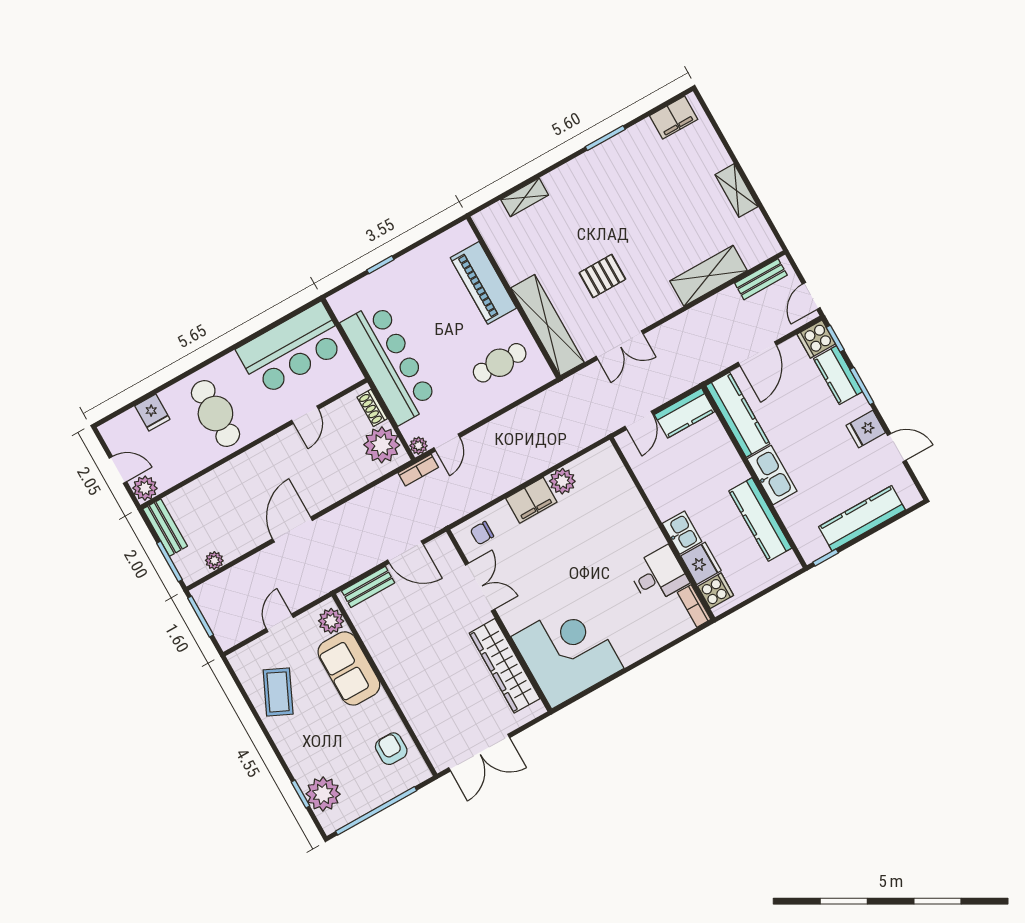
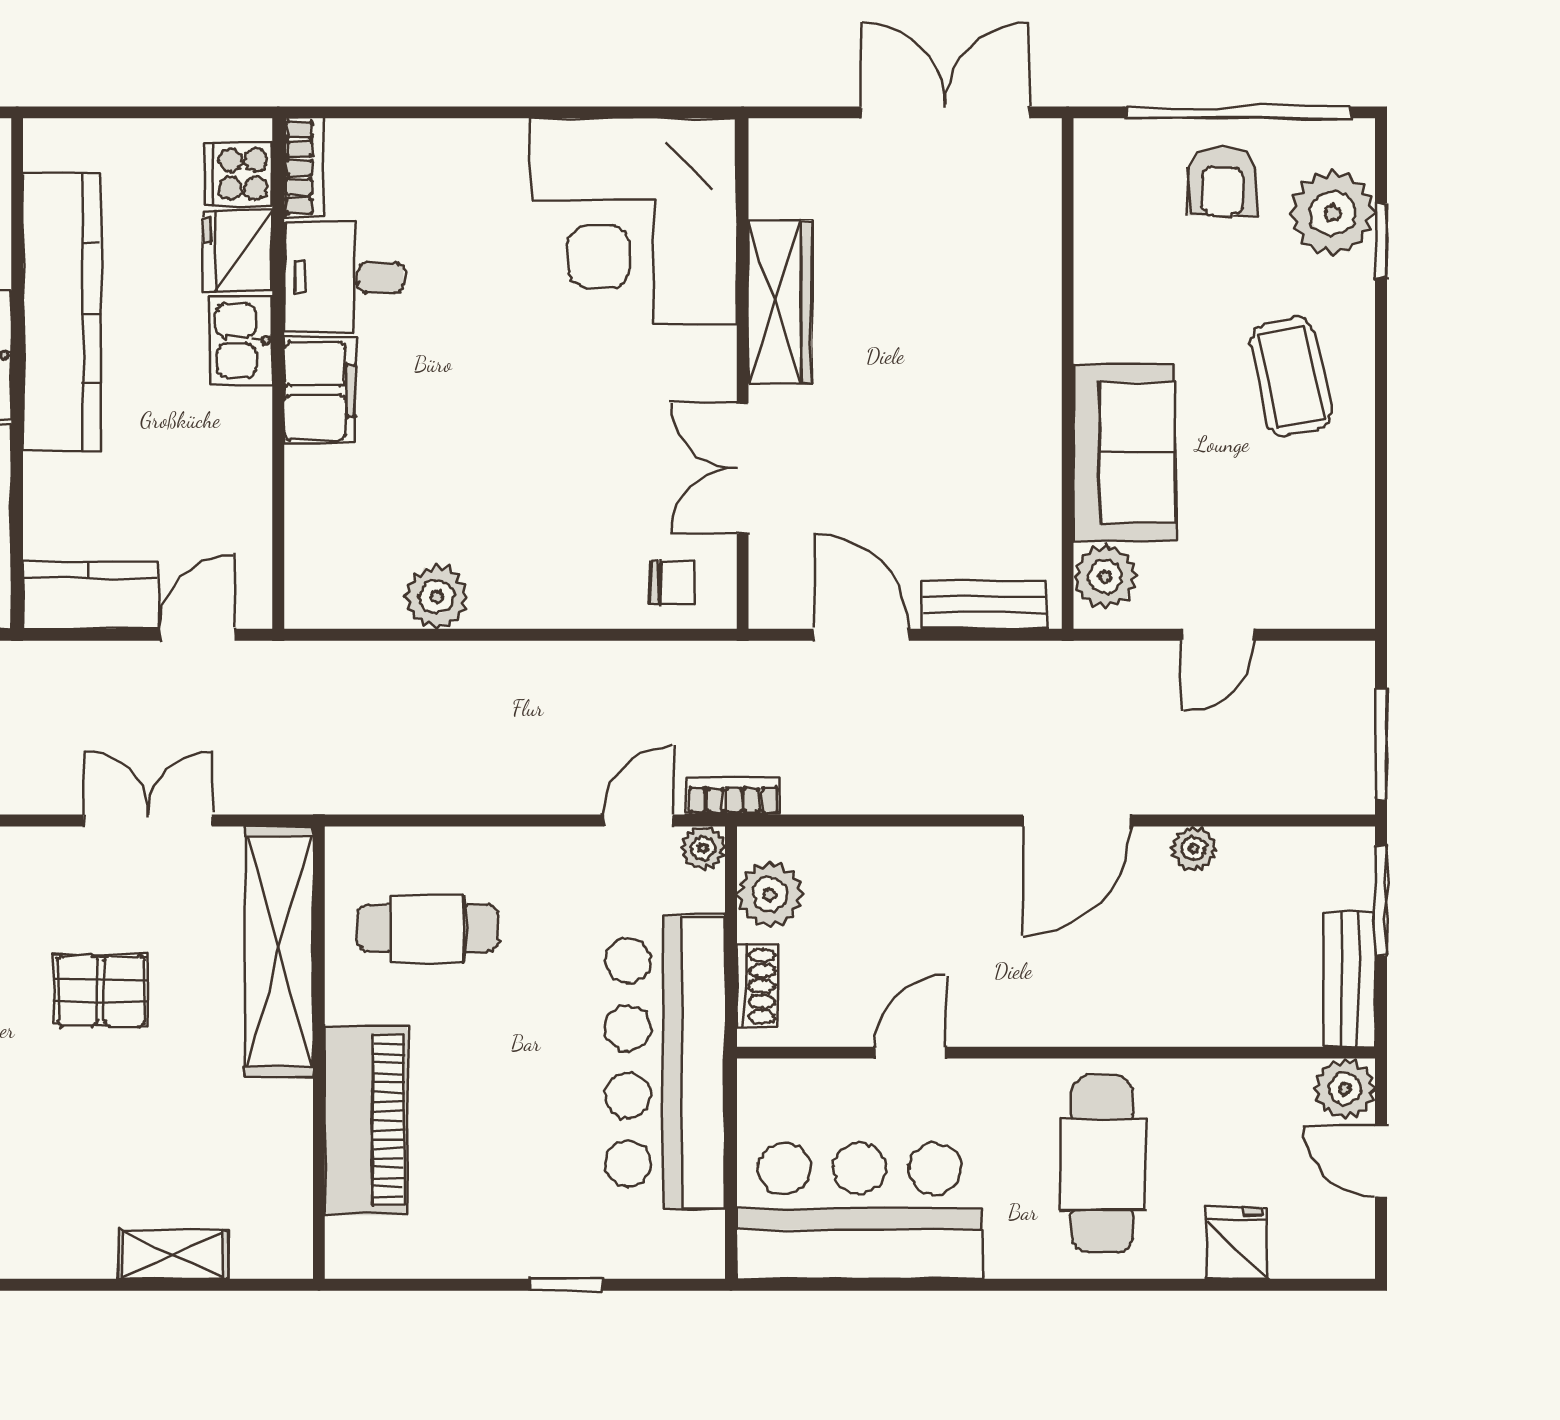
plant: (382, 445) -> (770, 894), width x0.73, depth x0.73
filing cabinet: (531, 500) -> (320, 391), moved, turned 90
kitchen counter: (760, 519) -> (62, 313), width x1.39, depth x1.17
plant: (214, 561) -> (1193, 849), moved
wardrobe: (505, 666) -> (780, 302), width x0.71, depth x0.85
coffee table: (278, 692) -> (1291, 377), moved, turned -37
armchair: (391, 749) -> (1223, 181), moved

